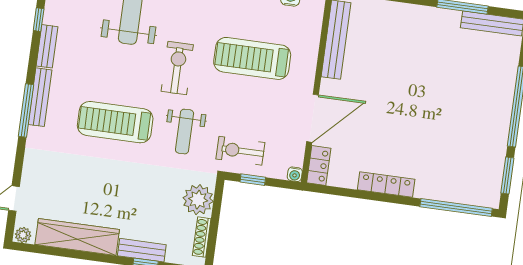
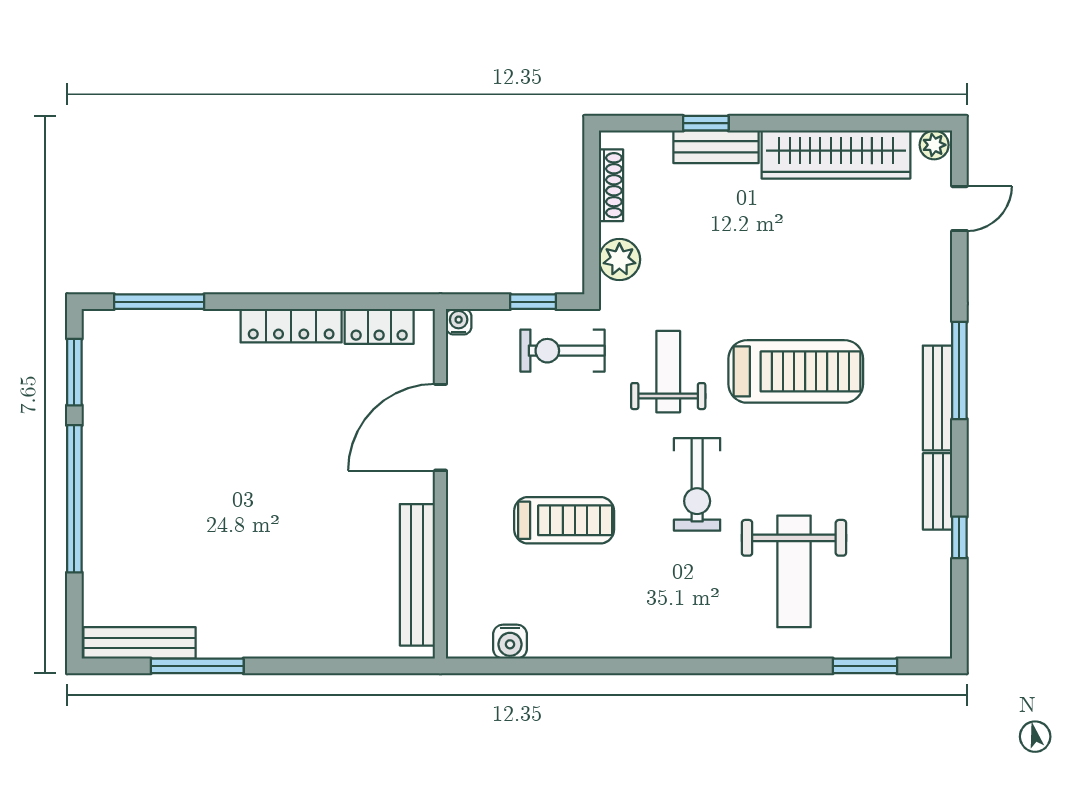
treadmill: (252, 58) -> (564, 520), width x0.73, depth x0.73
exercise bike: (240, 151) -> (562, 351), turned 180
locker: (319, 165) -> (379, 326), moved, turned -90
plant: (198, 200) -> (619, 259), width x0.73, depth x0.73
window: (456, 207) -> (159, 302), width x0.68

